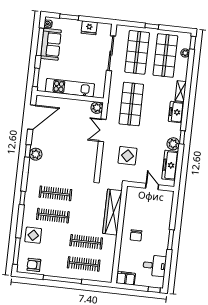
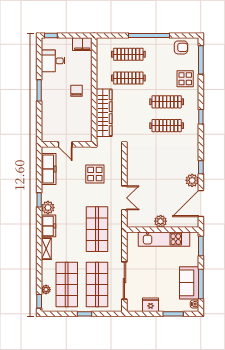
plant: (97, 108) -> (161, 221), moved
plant: (173, 144) -> (48, 208), moved
plant: (36, 154) -> (192, 180), moved

